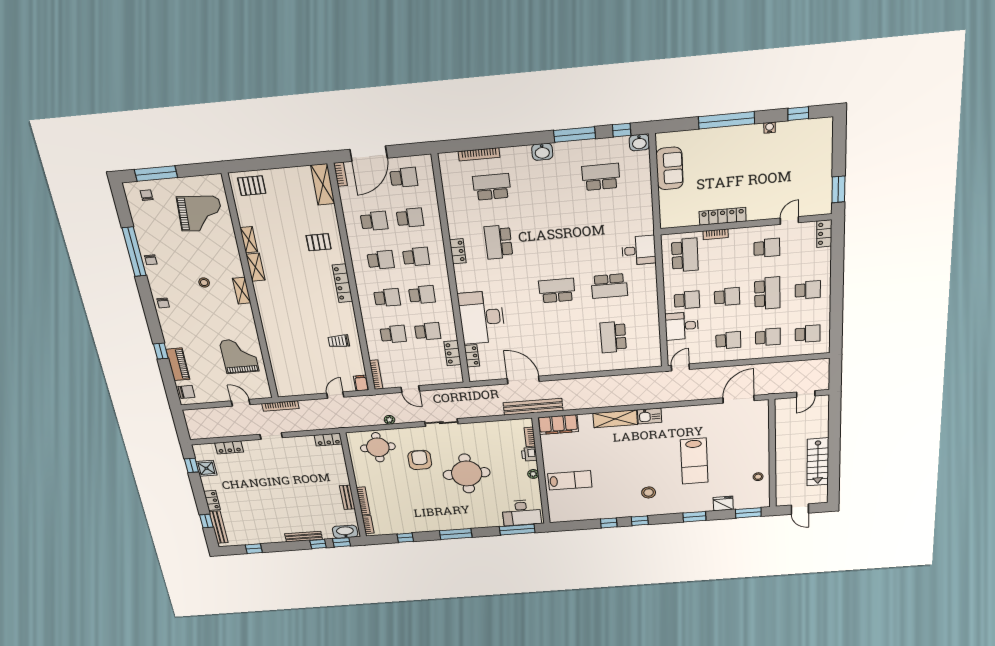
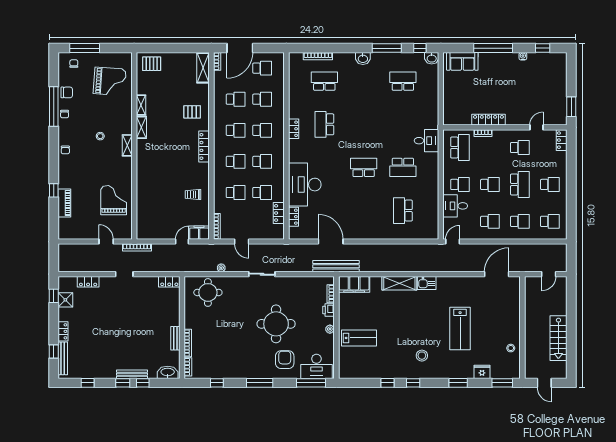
sofa: (670, 168) -> (462, 61), moved, turned 90
filing cabinet: (361, 383) -> (199, 233), width x2.00
chair: (186, 392) -> (67, 92), moved
armchair: (420, 460) -> (285, 360), moved
window: (342, 542) -> (123, 383), moved

